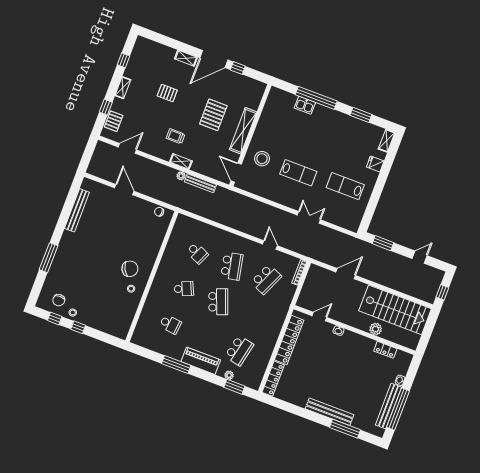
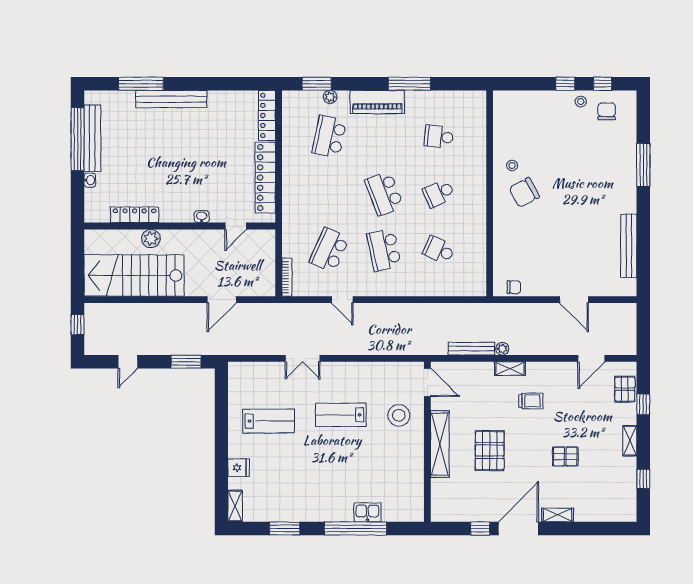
locker: (385, 350) -> (135, 215), width x1.53

